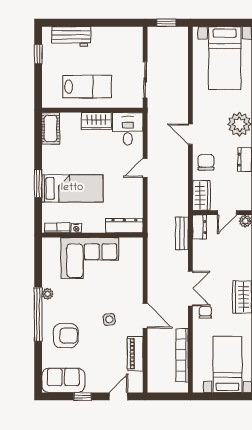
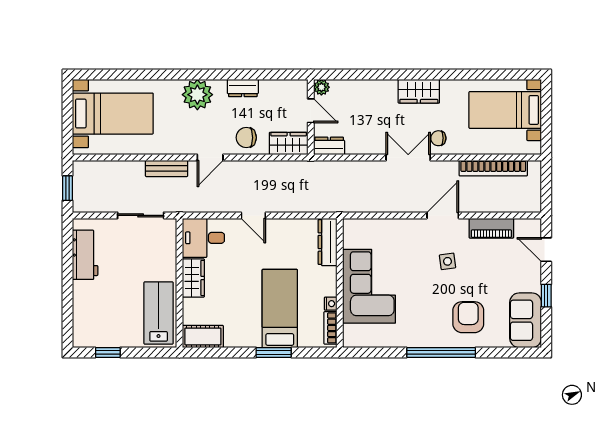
workbench: (71, 36) -> (85, 255), moved
lab bench: (87, 87) -> (159, 313), moved
bench: (182, 233) -> (167, 168), moved
plant: (48, 294) -> (415, 340), removed

